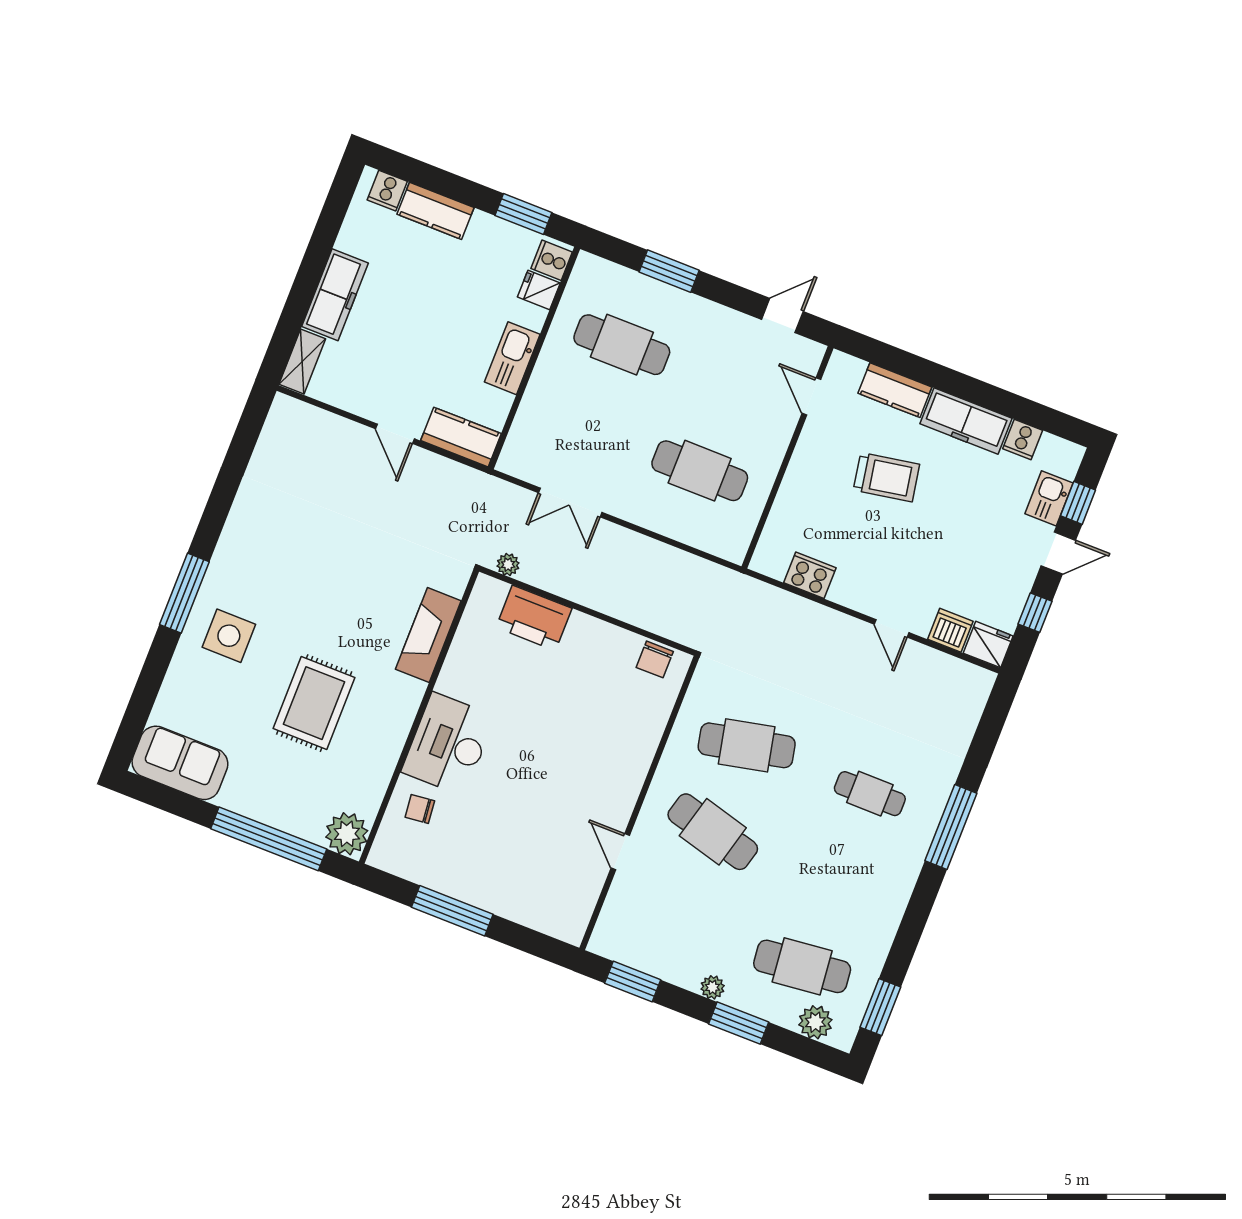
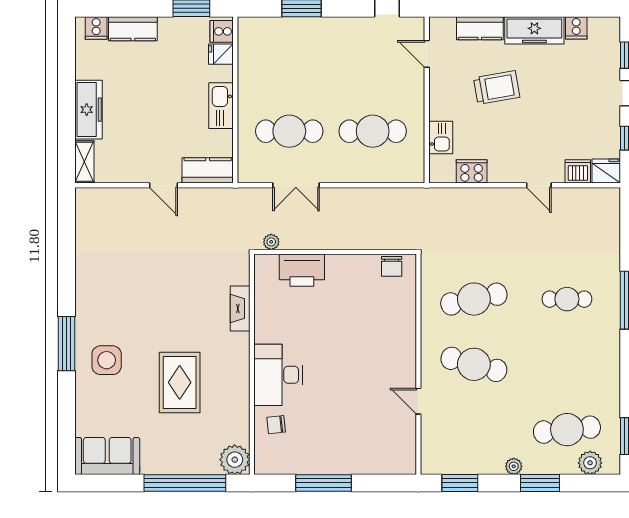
cafe table: (622, 345) -> (289, 131), moved
kitchen sink: (1049, 498) -> (441, 137), moved, turned 180
fireplace: (428, 635) -> (240, 308), width x0.73, depth x0.76

